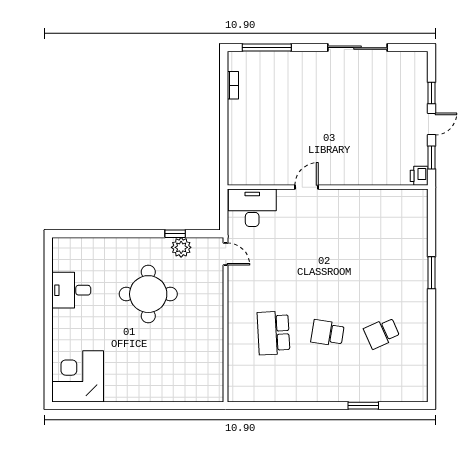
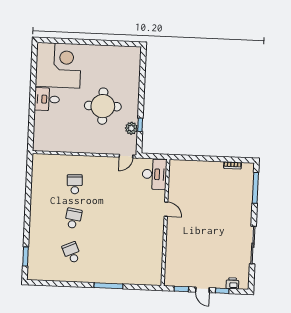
printer: (419, 176) -> (232, 283), moved
window: (431, 273) -> (108, 286), width x1.44
desk: (71, 290) -> (47, 99), moved, turned -90
school desk: (273, 333) -> (75, 184), width x0.54
corner desk: (78, 376) -> (58, 65), width x1.36, depth x1.36
window: (363, 406) -> (26, 256), moved

